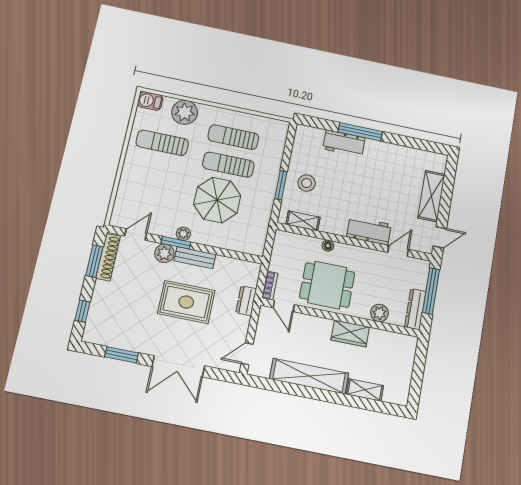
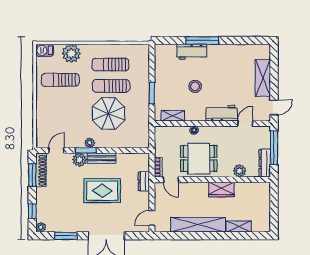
stool: (307, 183) -> (195, 86), moved
plant: (89, 336) -> (41, 227), added

